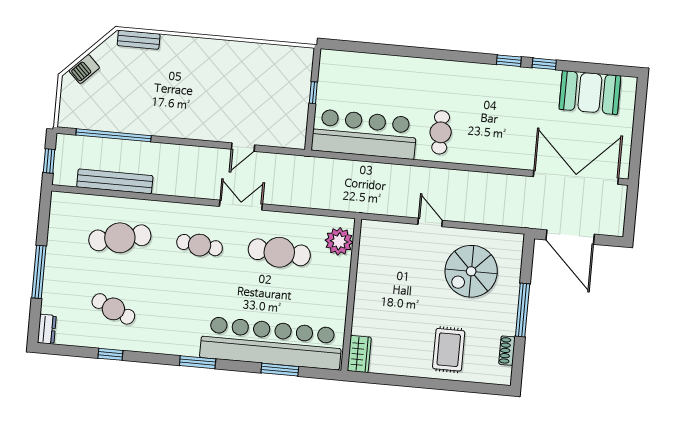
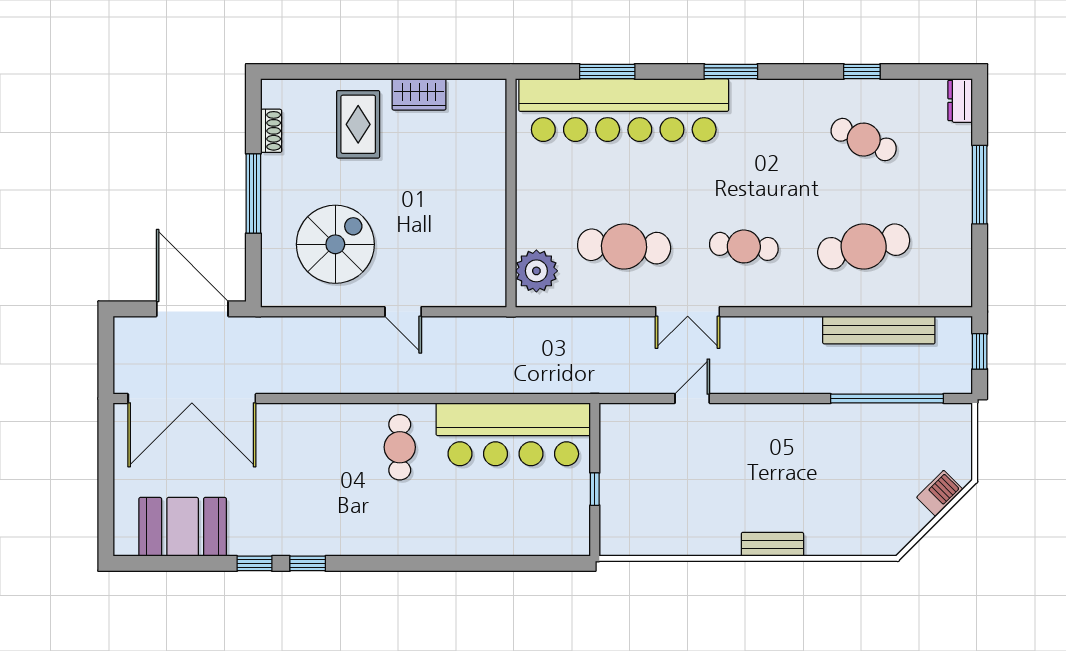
bench: (139, 40) -> (772, 544), moved
wardrobe: (359, 354) -> (419, 94), moved, turned -90

